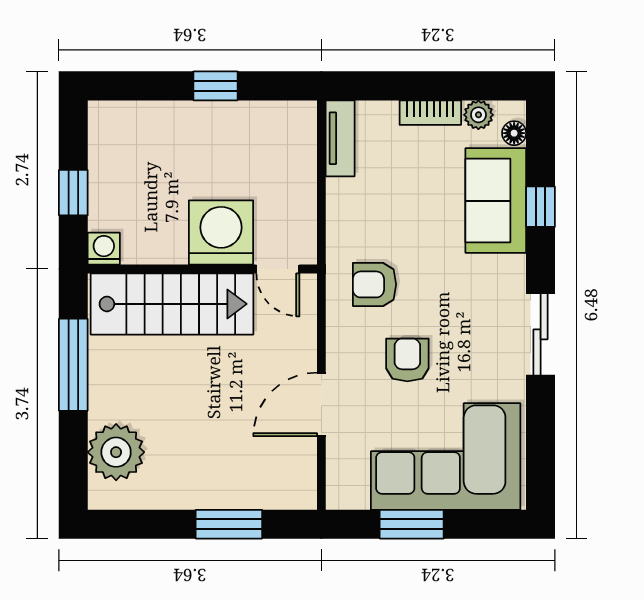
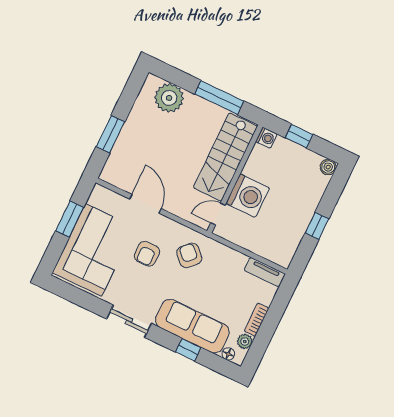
boiler: (103, 116) -> (328, 167), added
sofa: (496, 201) -> (192, 326), width x1.36
armchair: (375, 284) -> (189, 255), turned -45
armchair: (407, 360) -> (147, 254), turned 90

